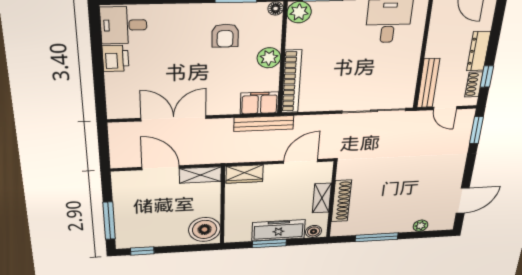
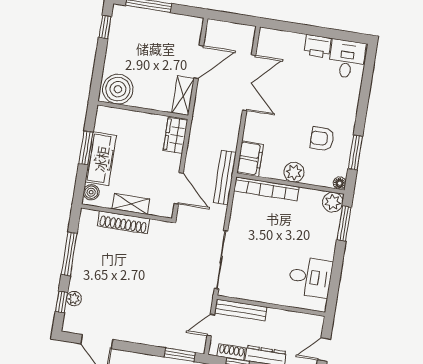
bench: (264, 124) -> (225, 177), moved
window: (424, 234) -> (61, 302), added

